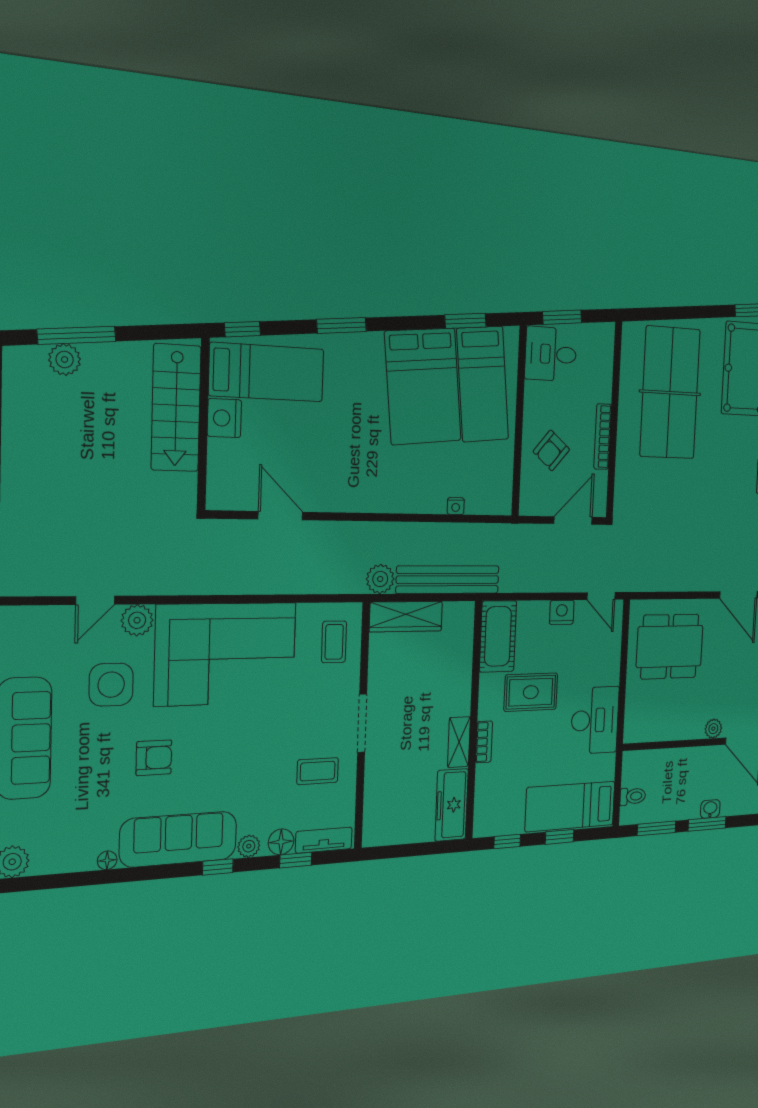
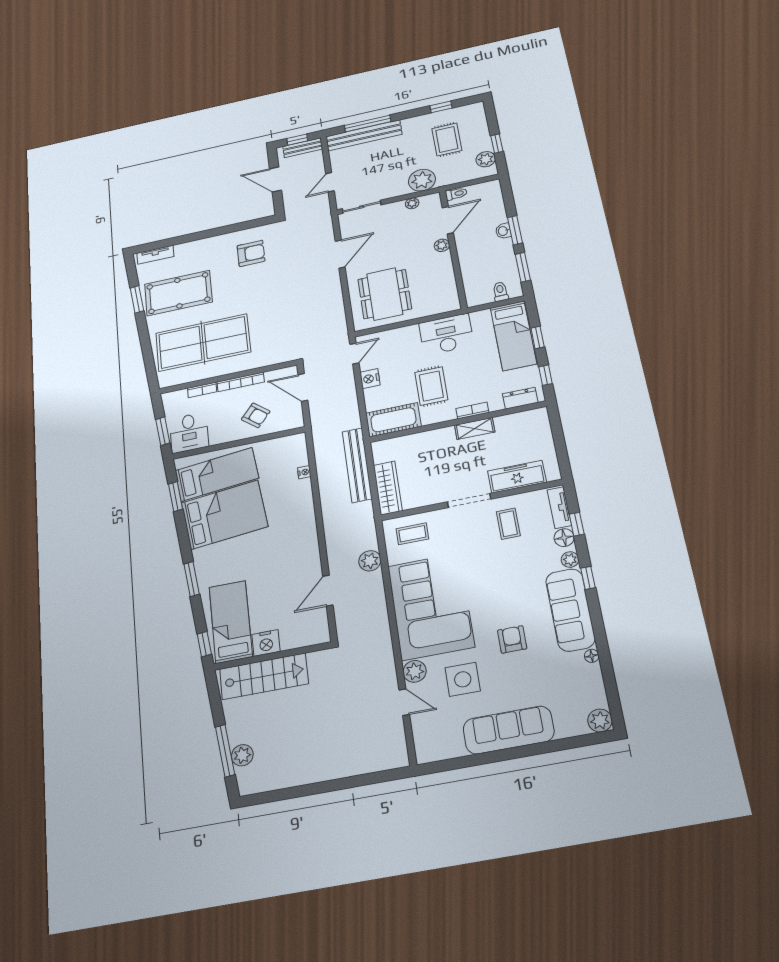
bookcase: (606, 381) -> (202, 390), added
plant: (380, 579) -> (370, 561), moved
freezer: (452, 805) -> (517, 477), moved, turned 180
dresser: (485, 806) -> (520, 398), added

